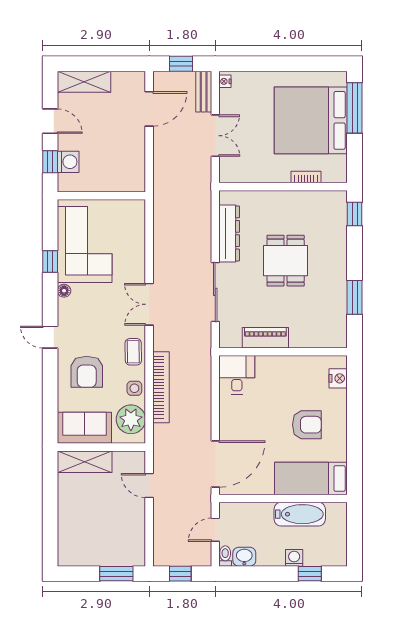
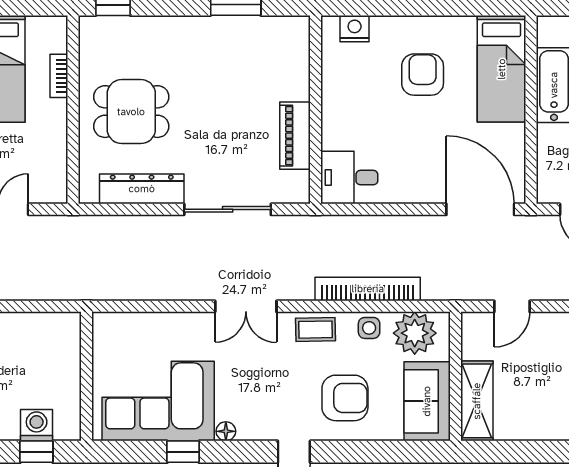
dining table: (286, 261) -> (131, 112), moved

